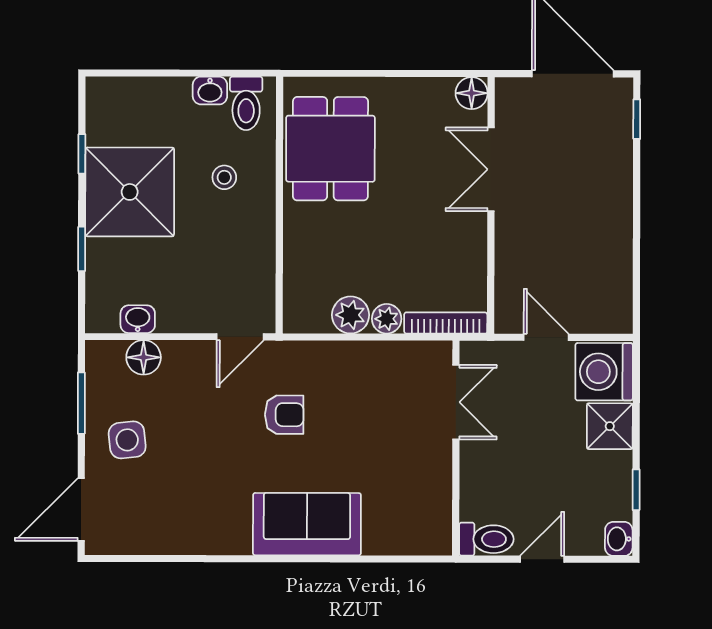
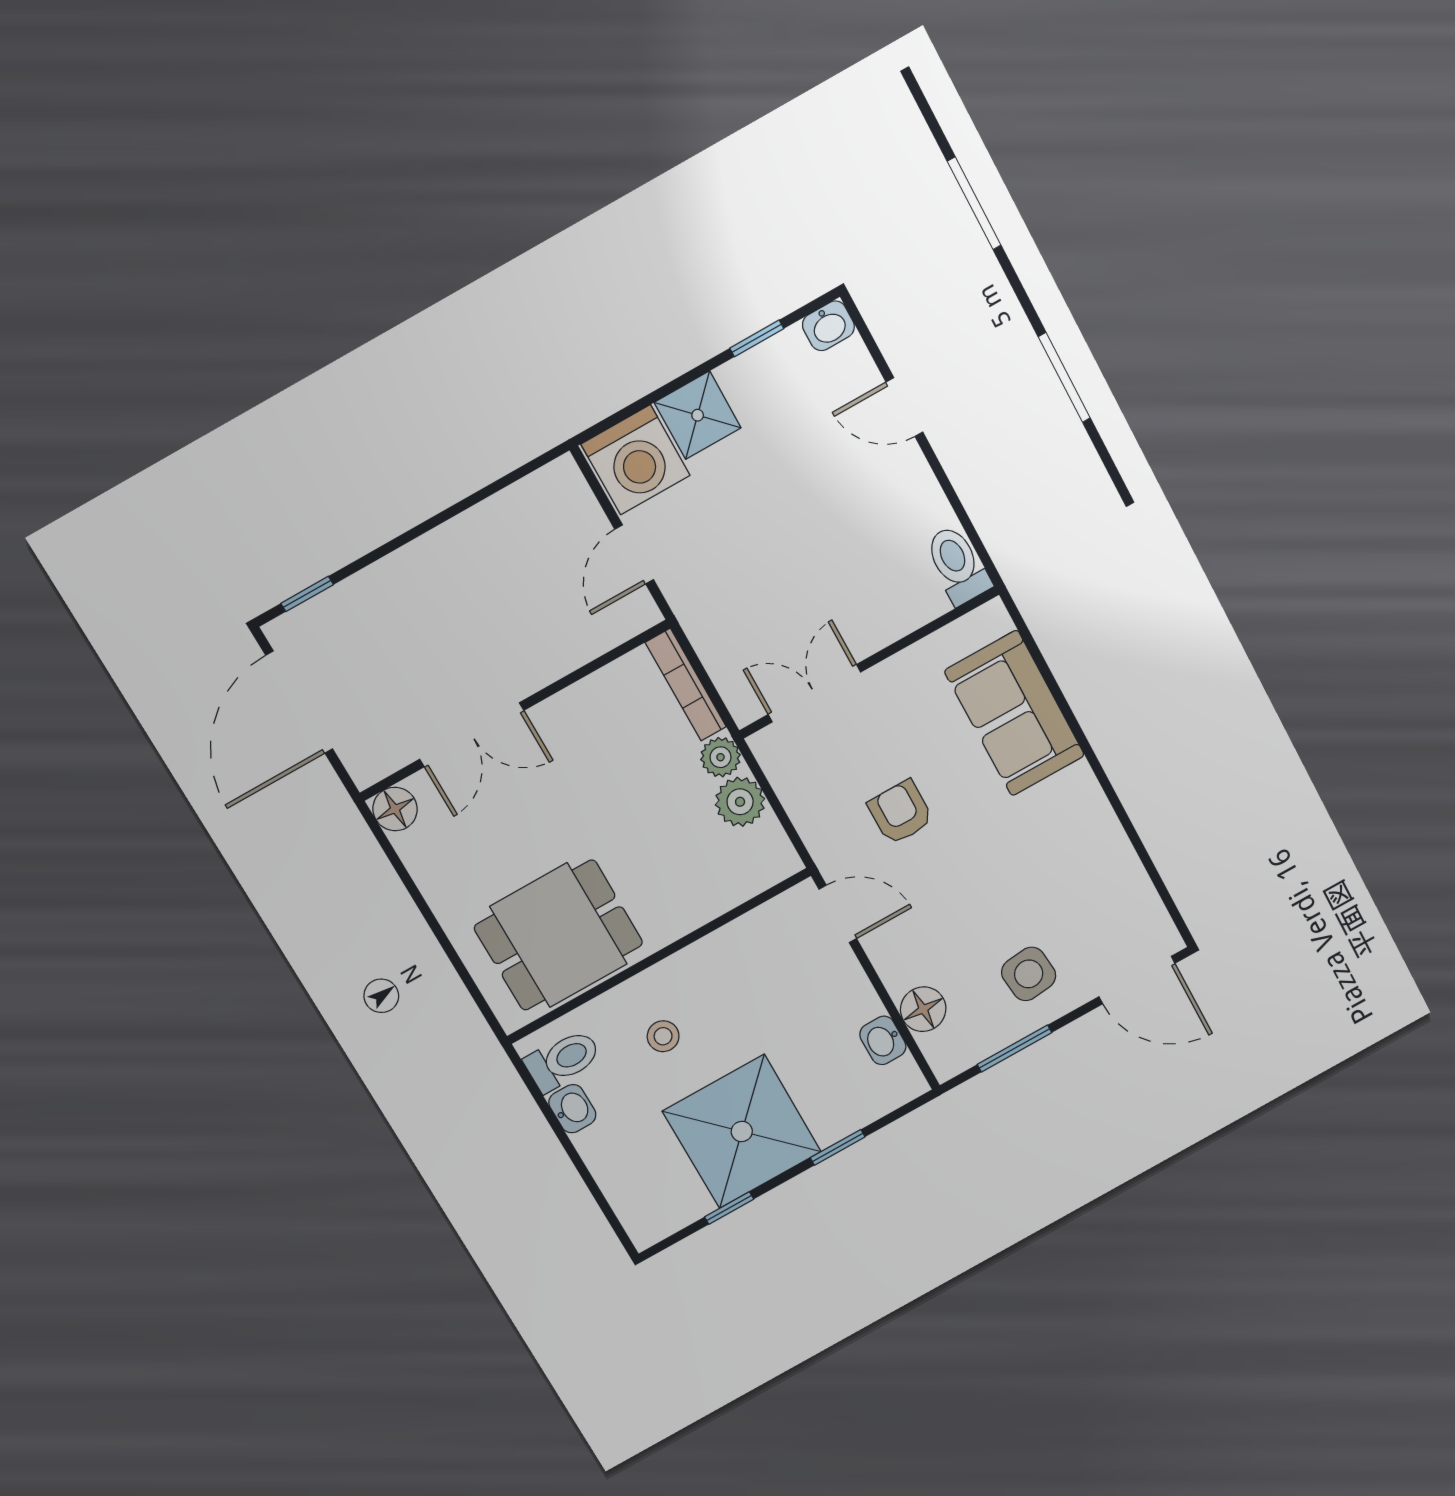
double door: (456, 402) -> (814, 693), moved
wall: (456, 448) -> (869, 663), moved
toilet: (486, 539) -> (957, 565), moved

